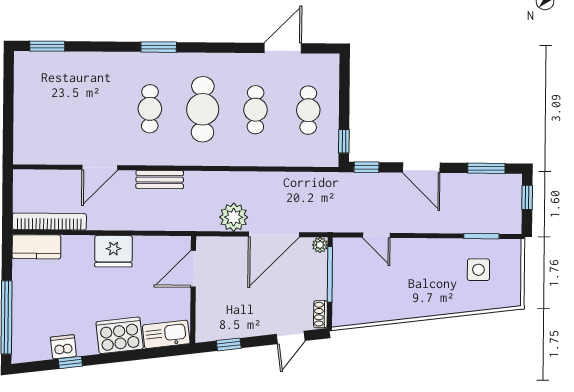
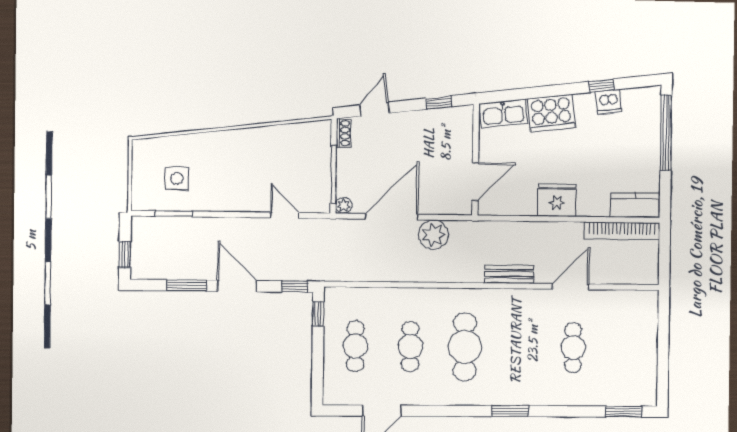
cafe table: (150, 109) -> (573, 348), moved
window: (486, 168) -> (187, 285), moved

